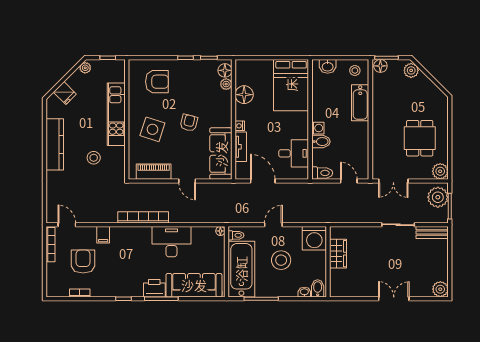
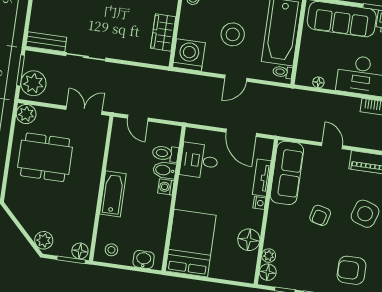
bathtub: (360, 103) -> (113, 194), moved
dining table: (420, 138) -> (45, 157), width x1.38
toilet: (322, 173) -> (165, 153), moved
floor lamp: (220, 231) -> (318, 82), moved

